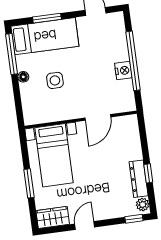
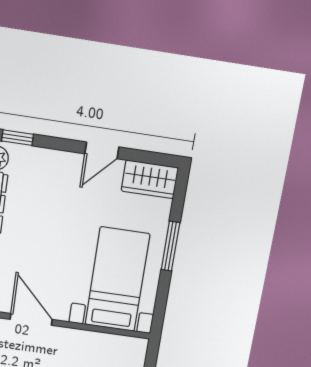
door: (98, 117) -> (31, 319), hinge flipped

